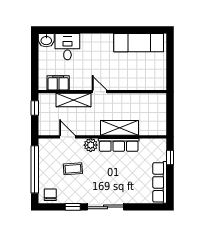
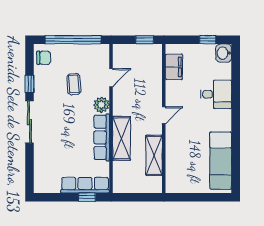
desk: (67, 47) -> (216, 94), moved
window: (35, 54) -> (208, 40), added
shelving: (73, 100) -> (154, 155), moved
row of seats: (160, 182) -> (85, 185), moved

